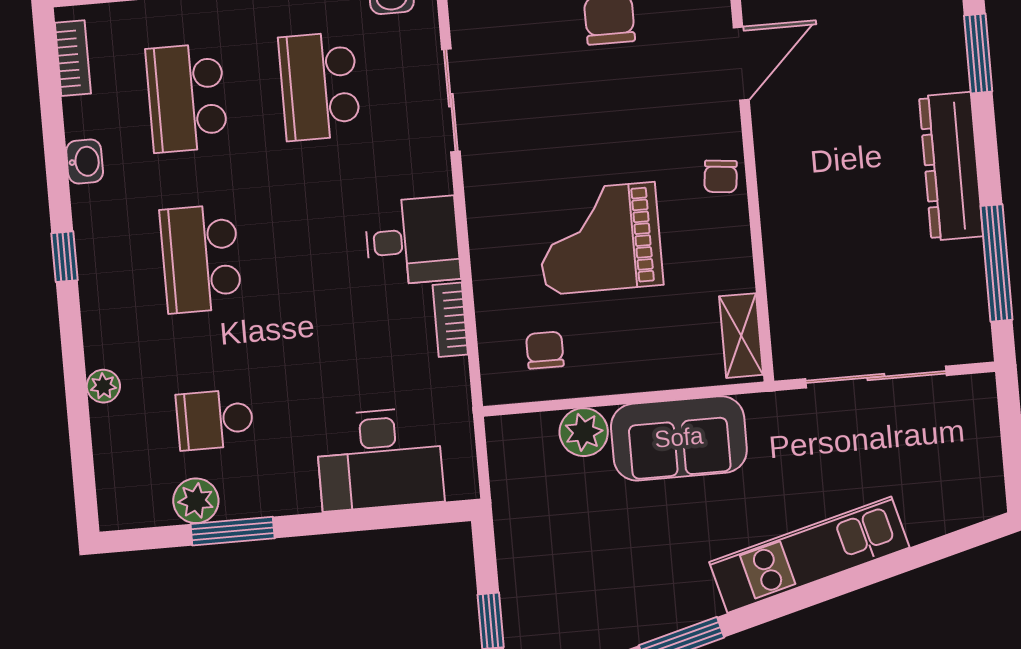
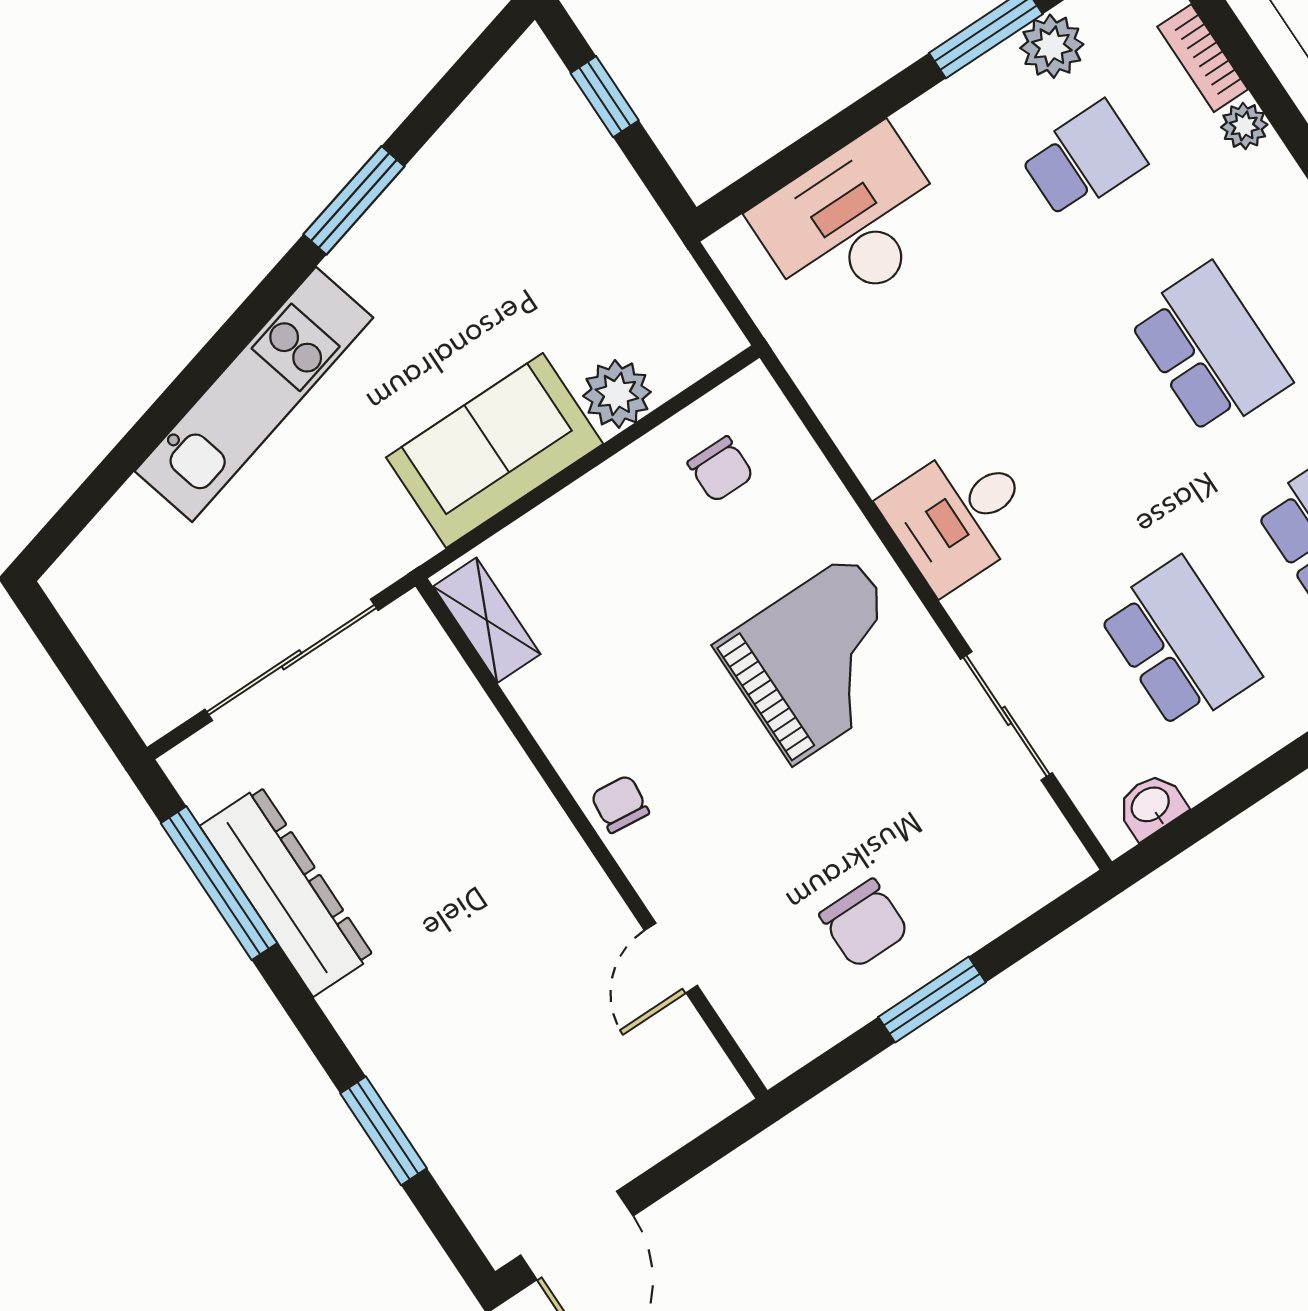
door: (741, 64) -> (671, 958), width x0.73
dresser: (951, 166) -> (287, 891), moved
grand piano: (600, 238) -> (822, 659), moved
bookcase: (450, 320) -> (1203, 58), moved, turned 180

